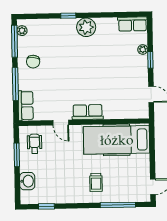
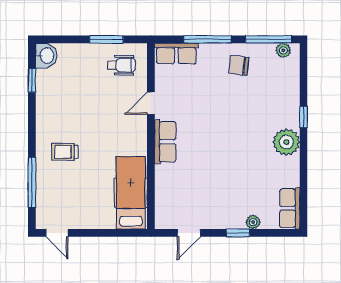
hospital bed: (117, 140) -> (131, 193), width x0.73, depth x0.78
washbasin: (27, 181) -> (46, 56), moved, turned -90

